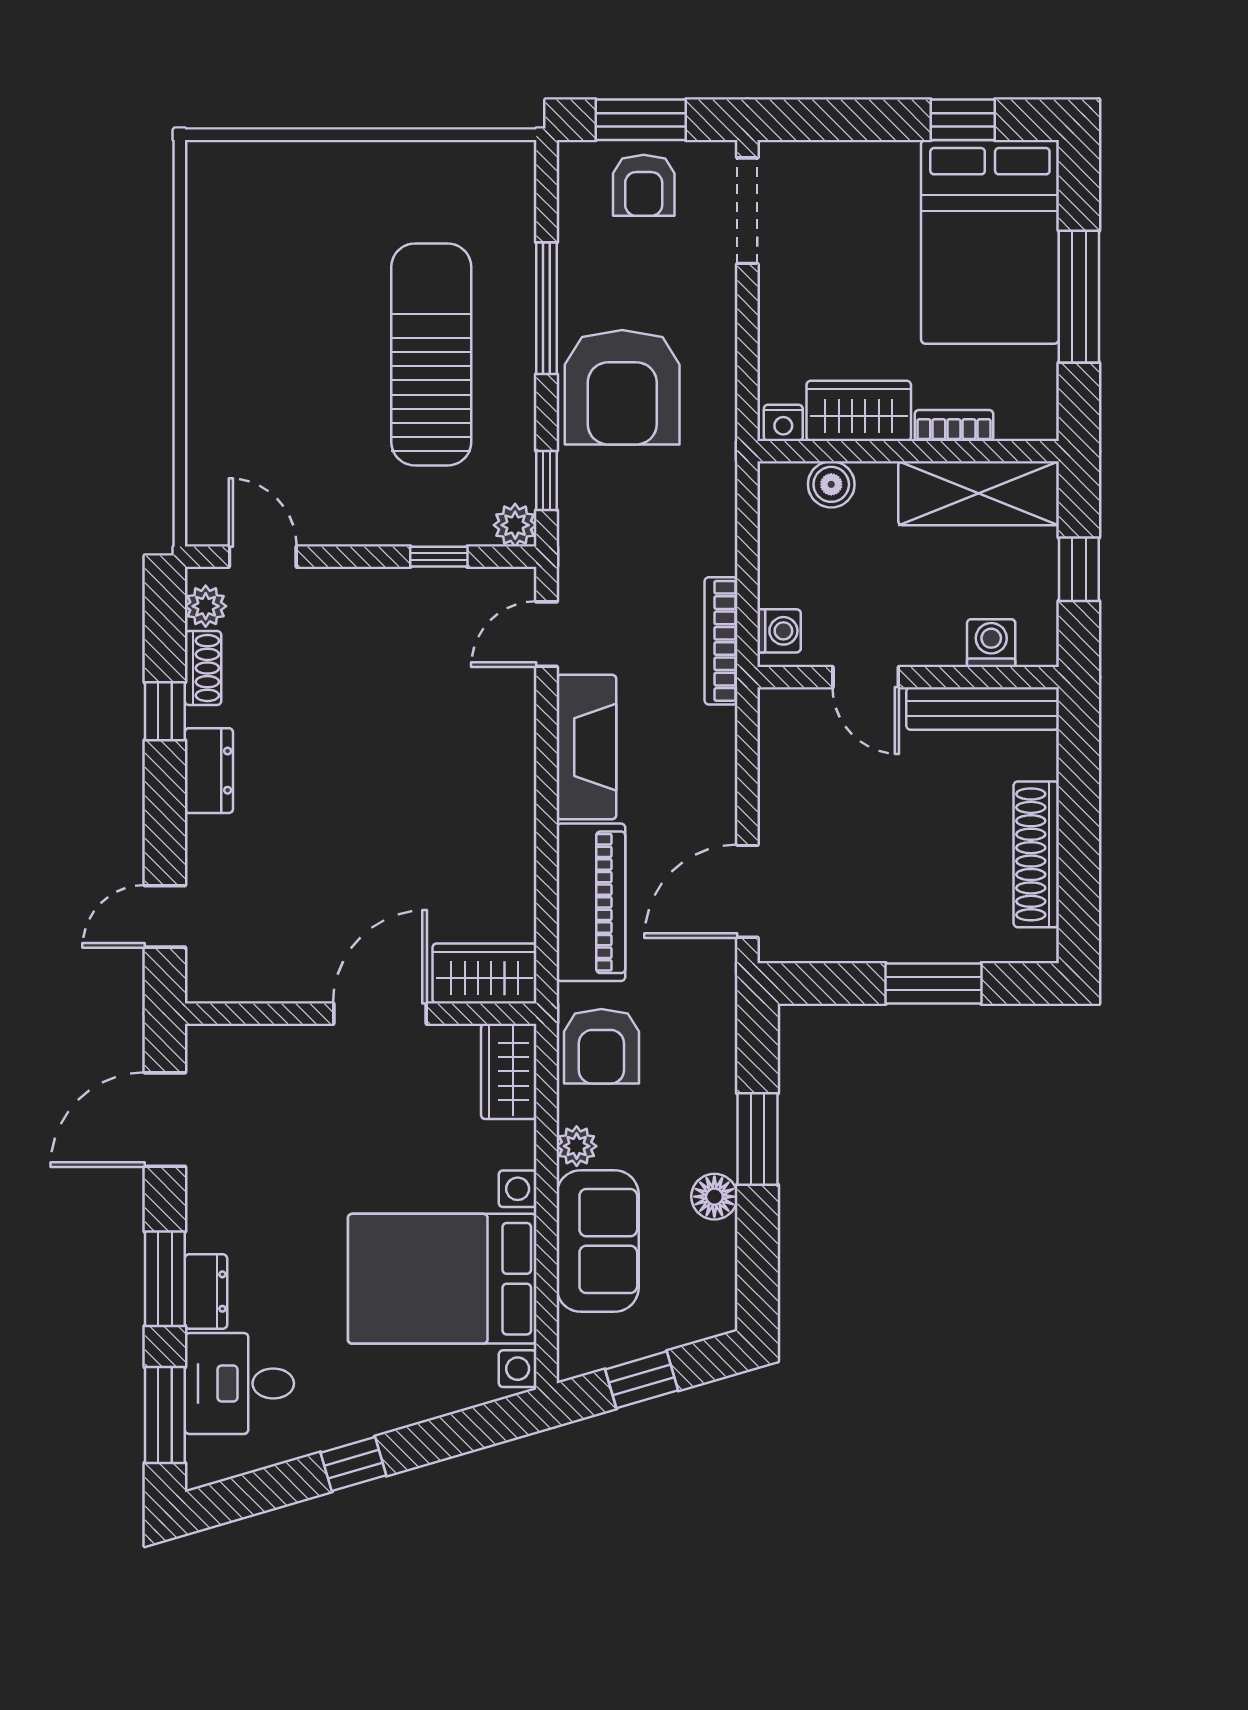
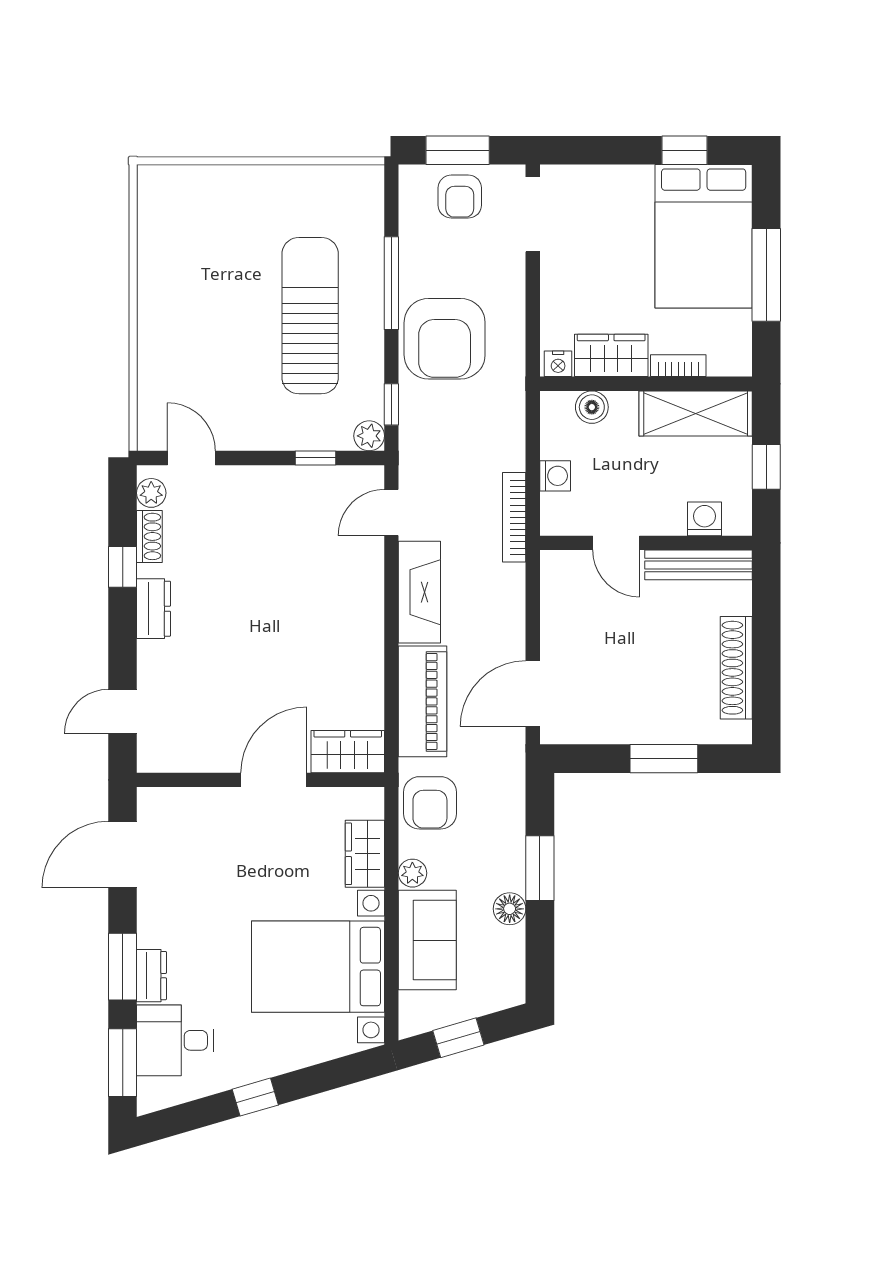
washing machine: (779, 631) -> (555, 476), moved
wardrobe: (509, 1071) -> (365, 854), moved

